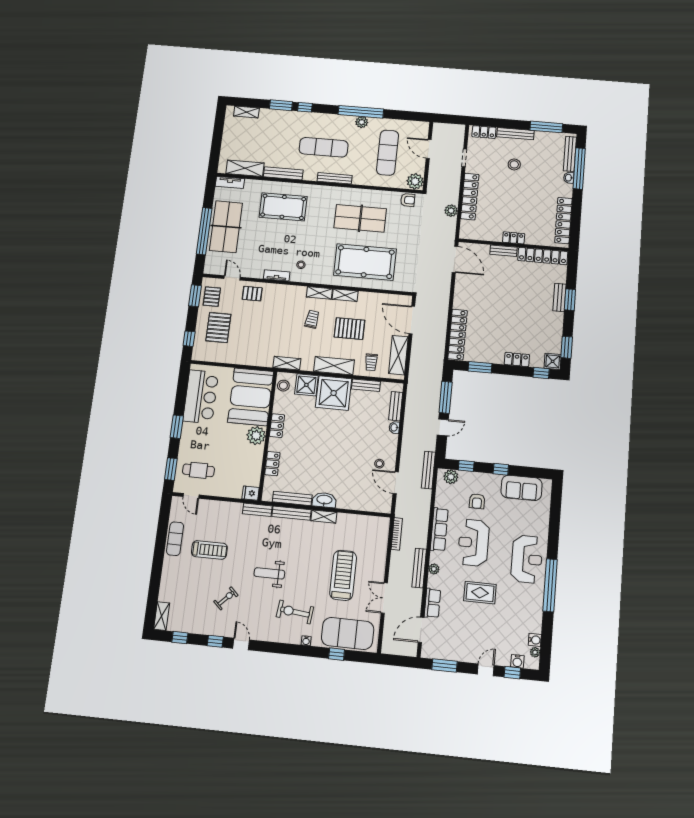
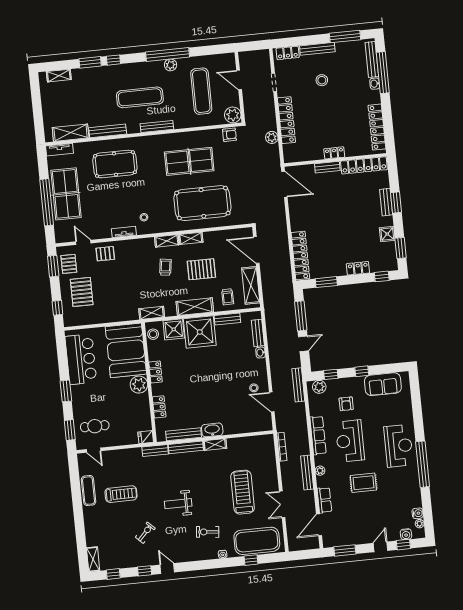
shower: (553, 361) -> (387, 234), moved
exercise bike: (295, 612) -> (208, 532), width x0.73, depth x0.72

